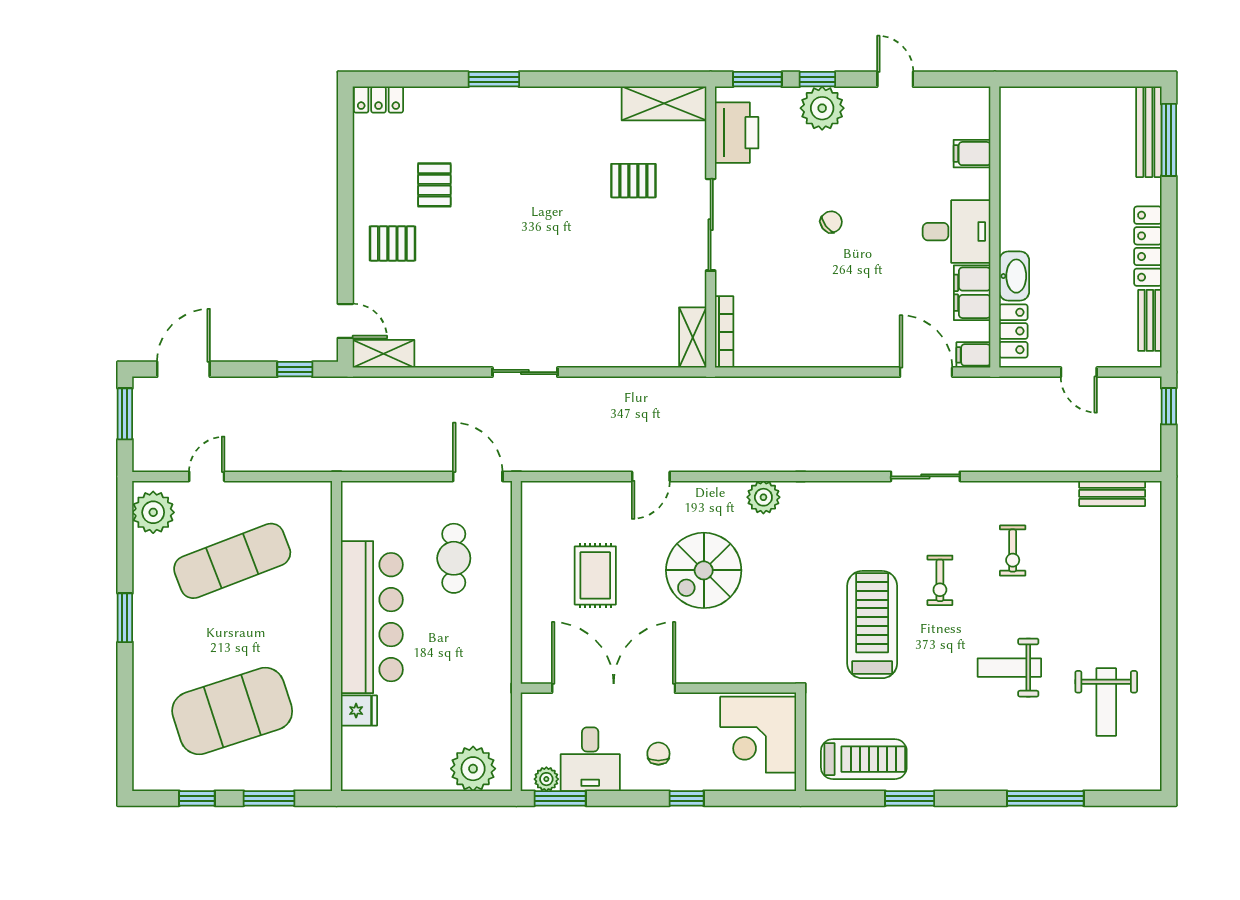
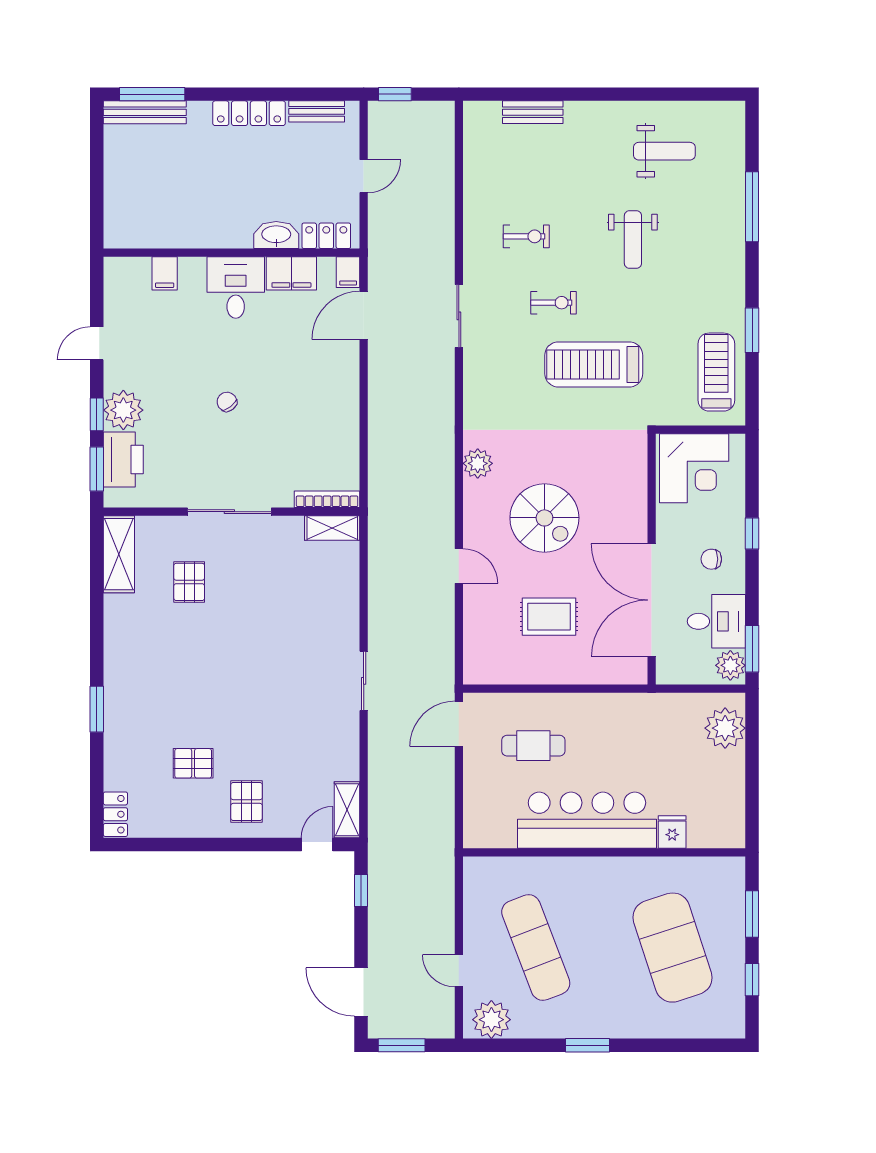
printer: (737, 133) -> (123, 460), moved, turned 90
bench: (1112, 493) -> (533, 112), moved, turned 90
plant: (546, 779) -> (730, 665), width x1.38, depth x1.38

